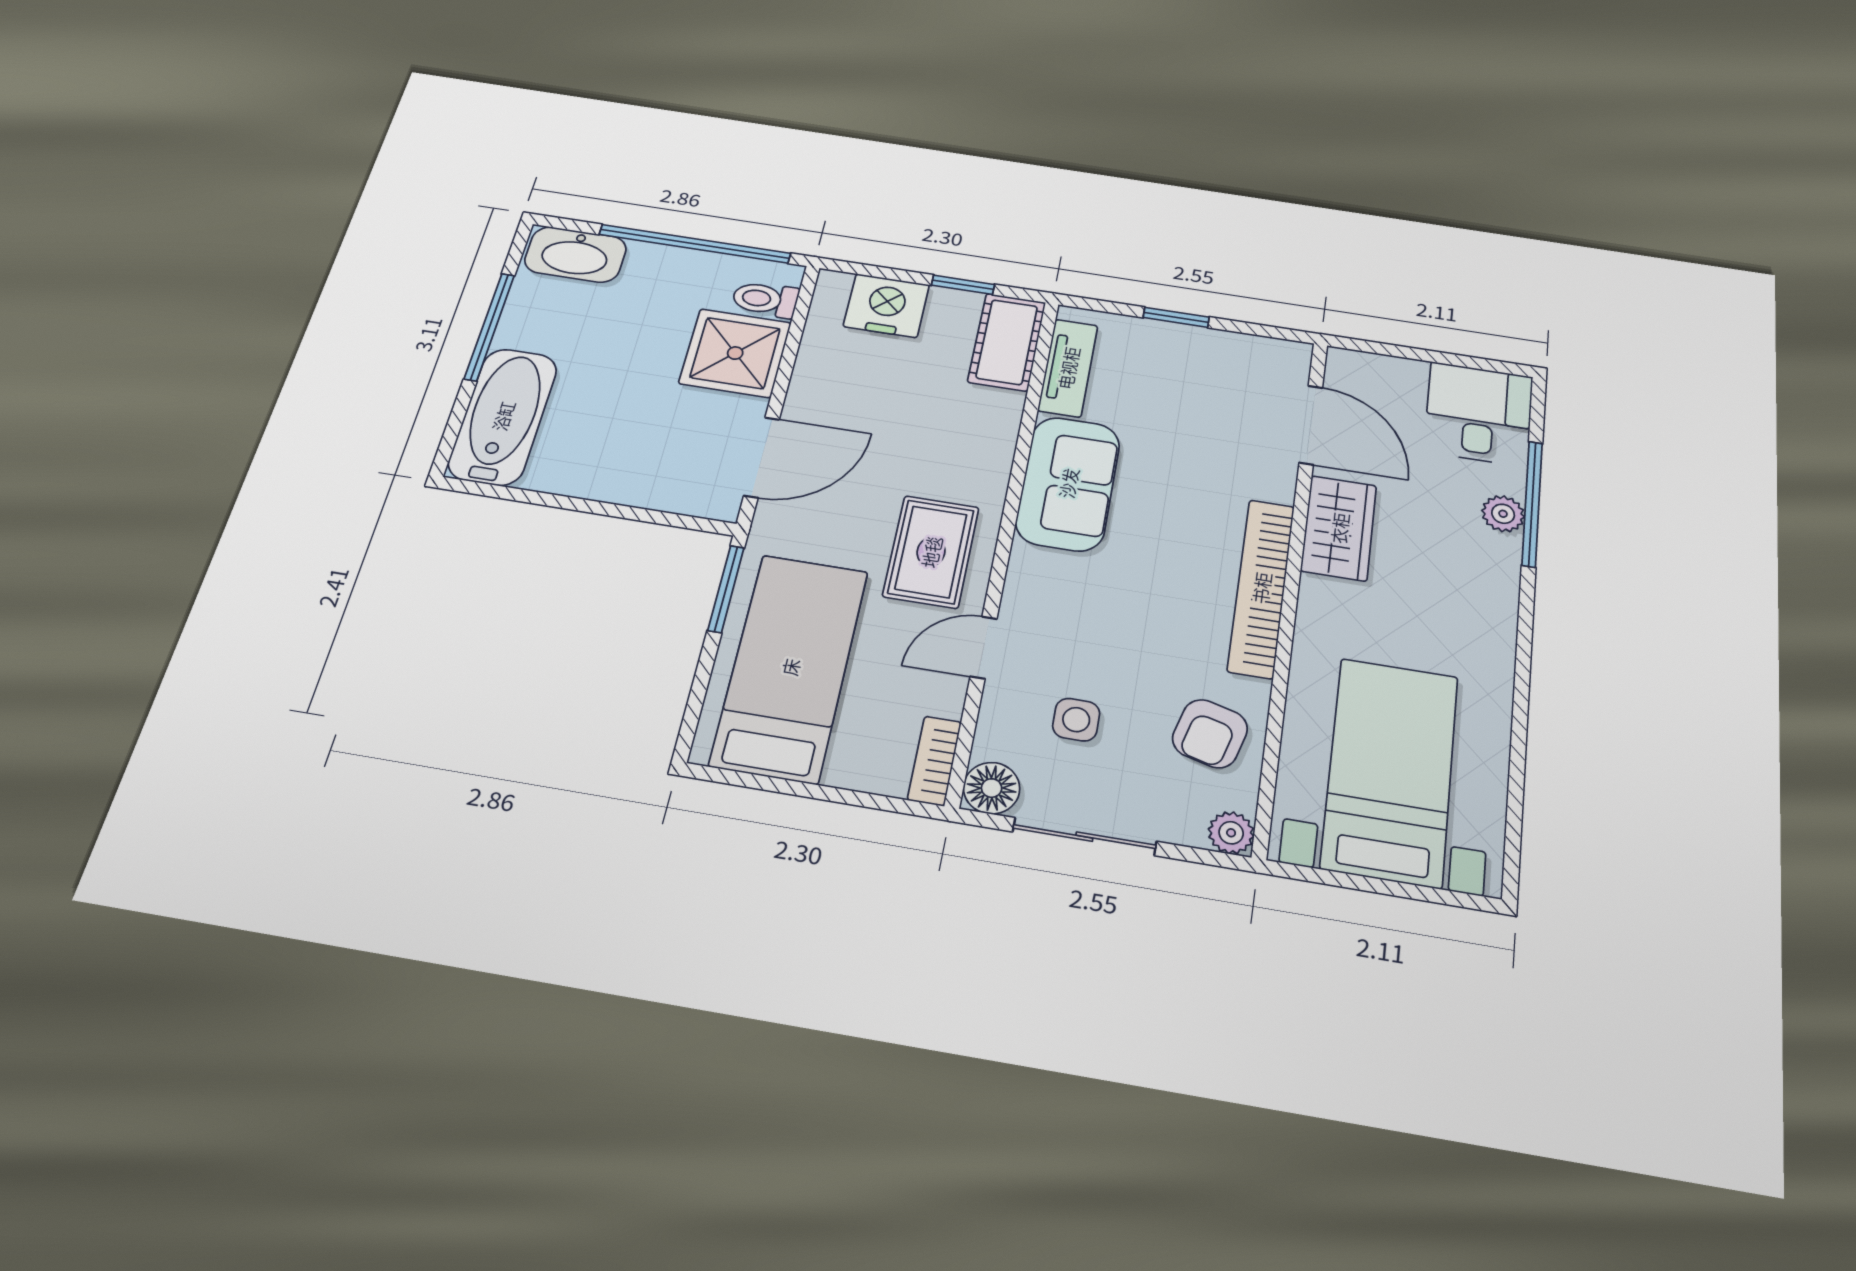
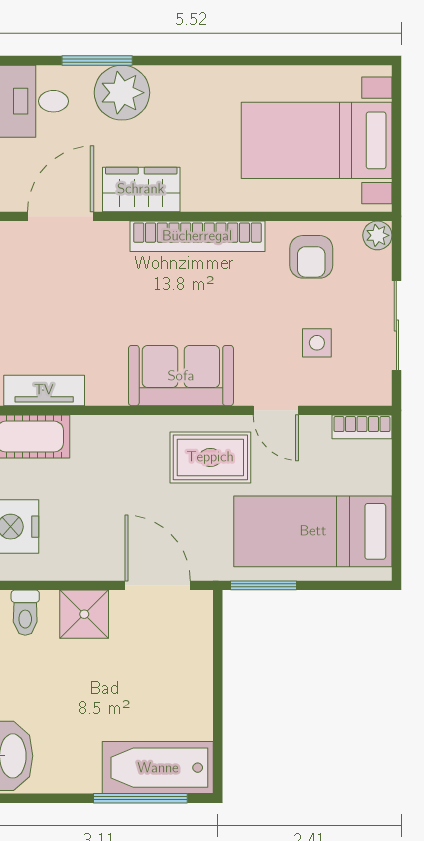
window: (489, 327) -> (140, 798), moved
shower: (735, 353) -> (84, 614), width x0.73, depth x0.73
sofa: (1068, 483) -> (181, 376), moved
window: (1532, 504) -> (97, 60), width x0.69
plant: (1503, 514) -> (122, 93), width x1.88, depth x1.88
armchair: (1210, 734) -> (311, 257), turned 75
floor lamp: (992, 788) -> (374, 388), removed

